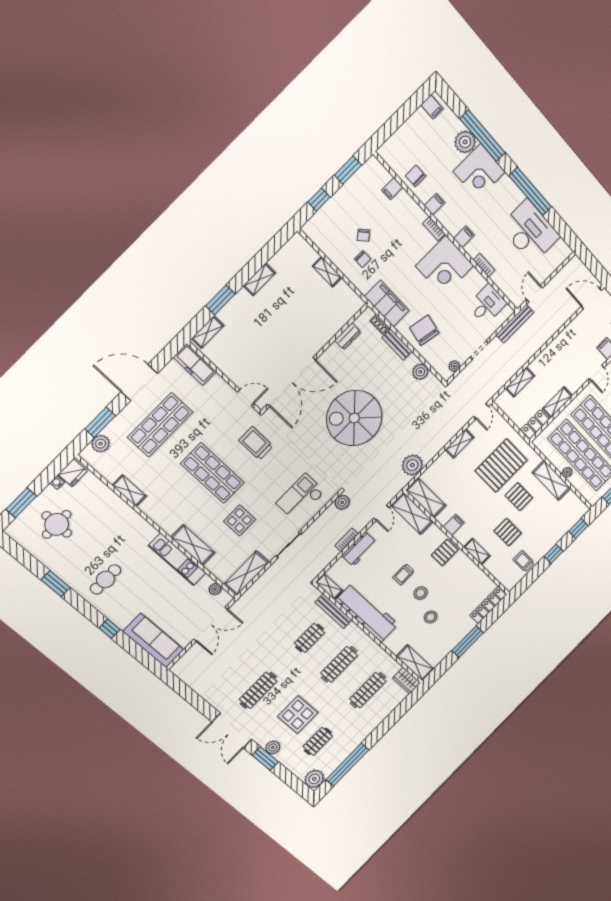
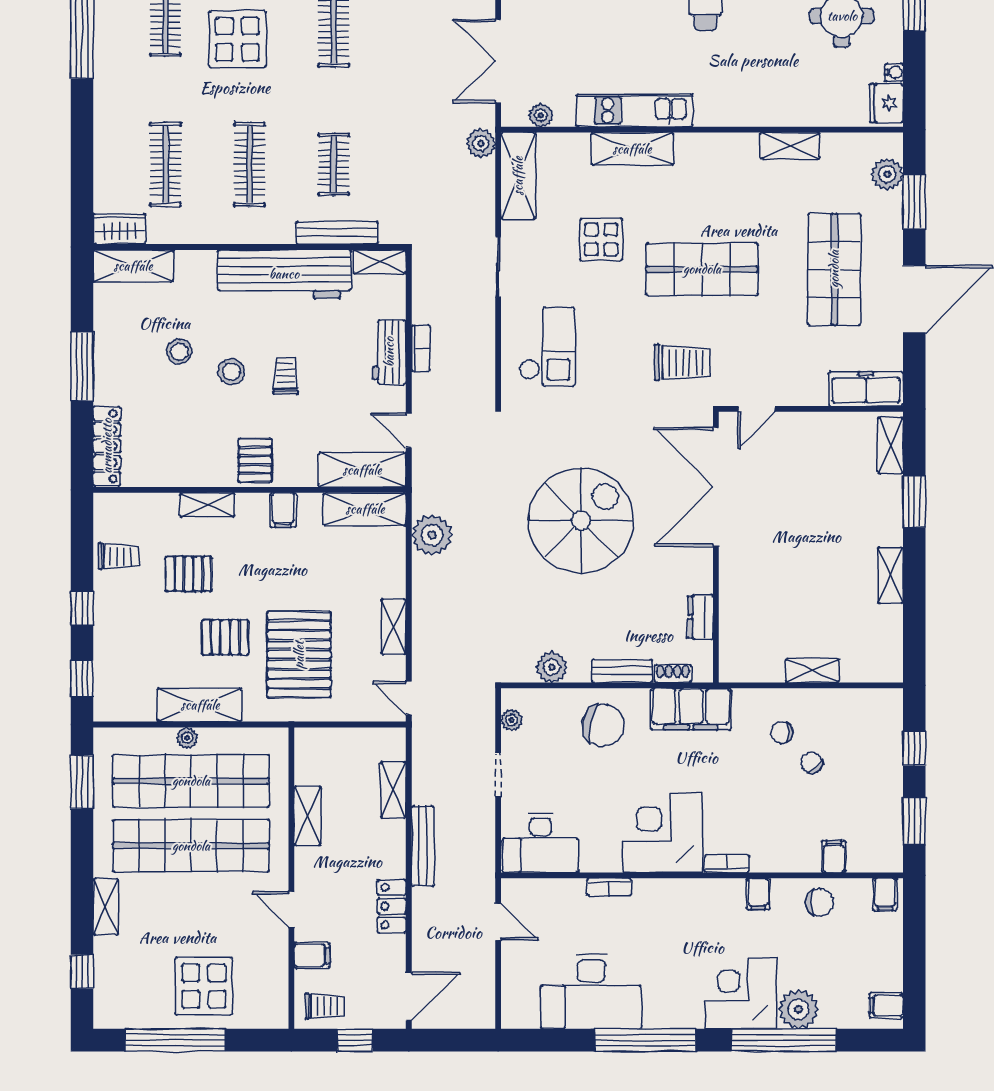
filing cabinet: (464, 237) -> (885, 894), moved
desk: (487, 304) -> (541, 843), width x1.37
bench: (515, 324) -> (423, 846), moved
locker: (535, 424) -> (392, 906), moved, turned 180
plant: (342, 502) -> (481, 143), moved

